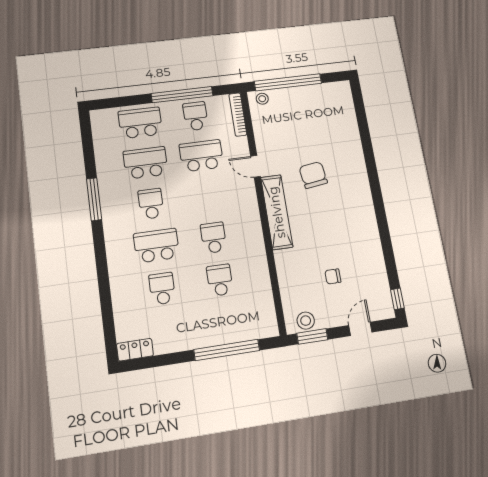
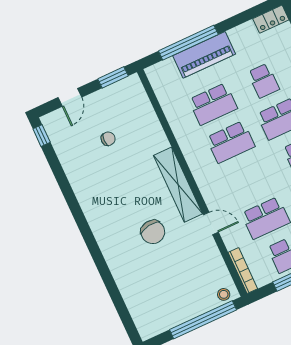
school desk: (214, 238) -> (231, 142), width x1.85
school desk: (220, 280) -> (213, 104), width x1.85
stool: (306, 321) -> (123, 90), removed
piano: (214, 333) -> (204, 55), added

